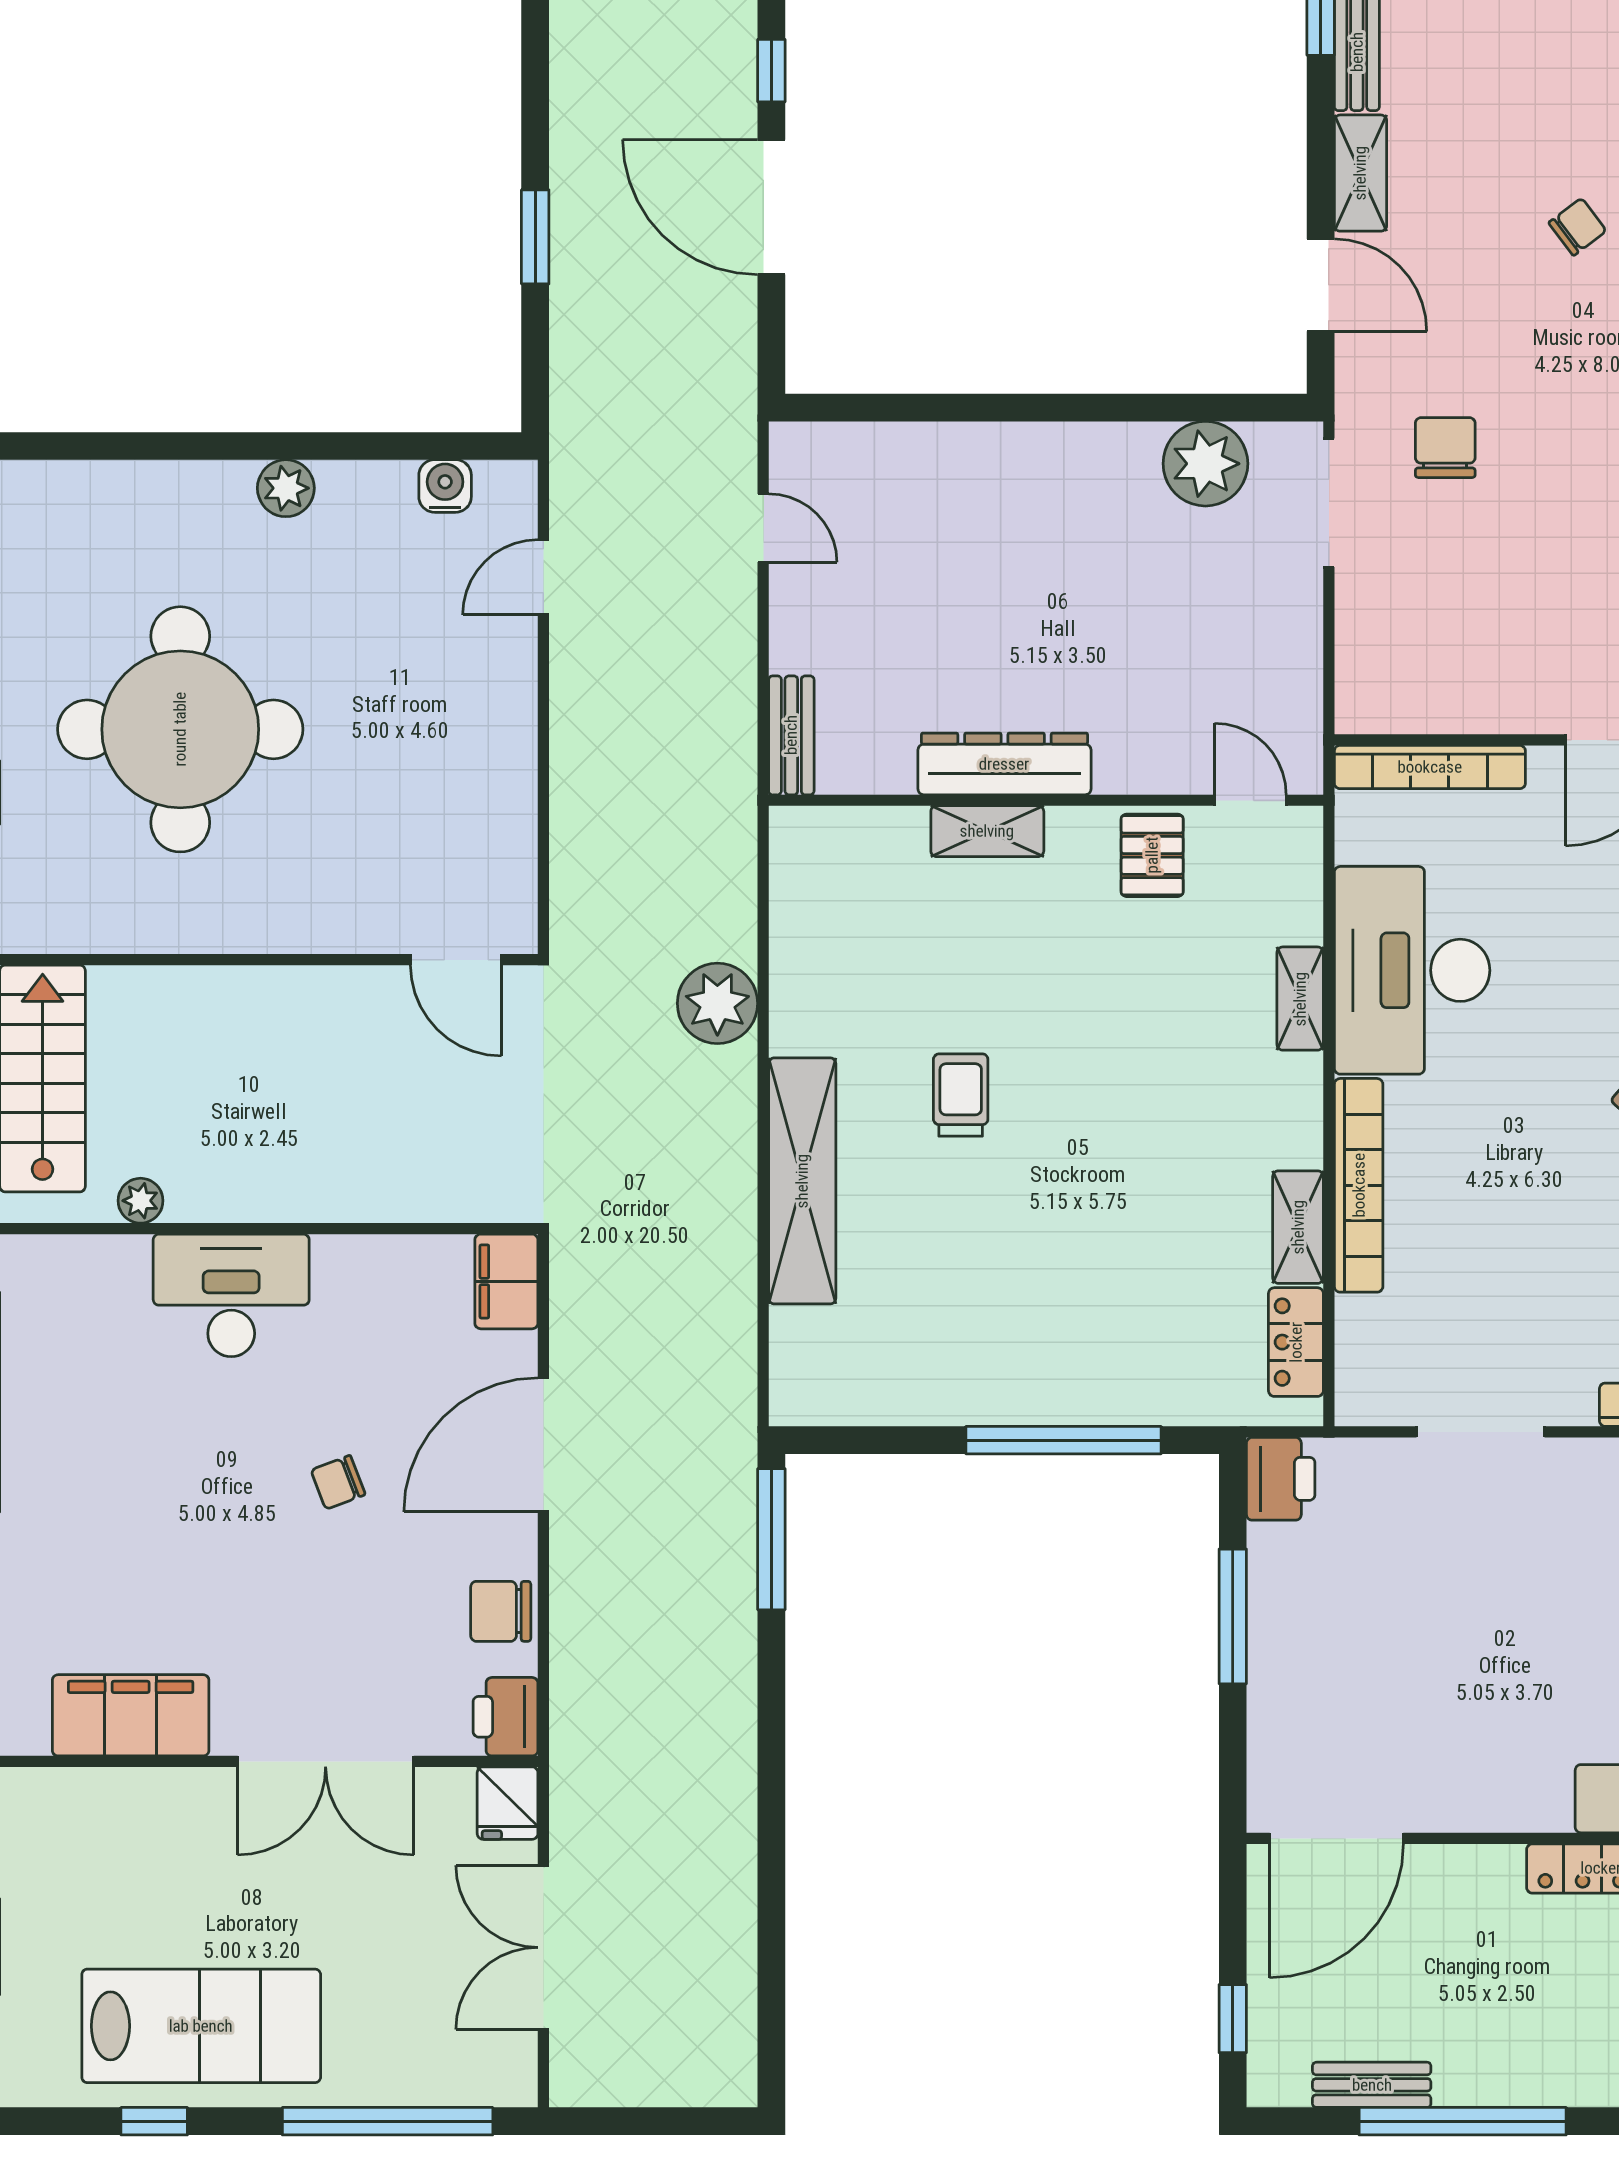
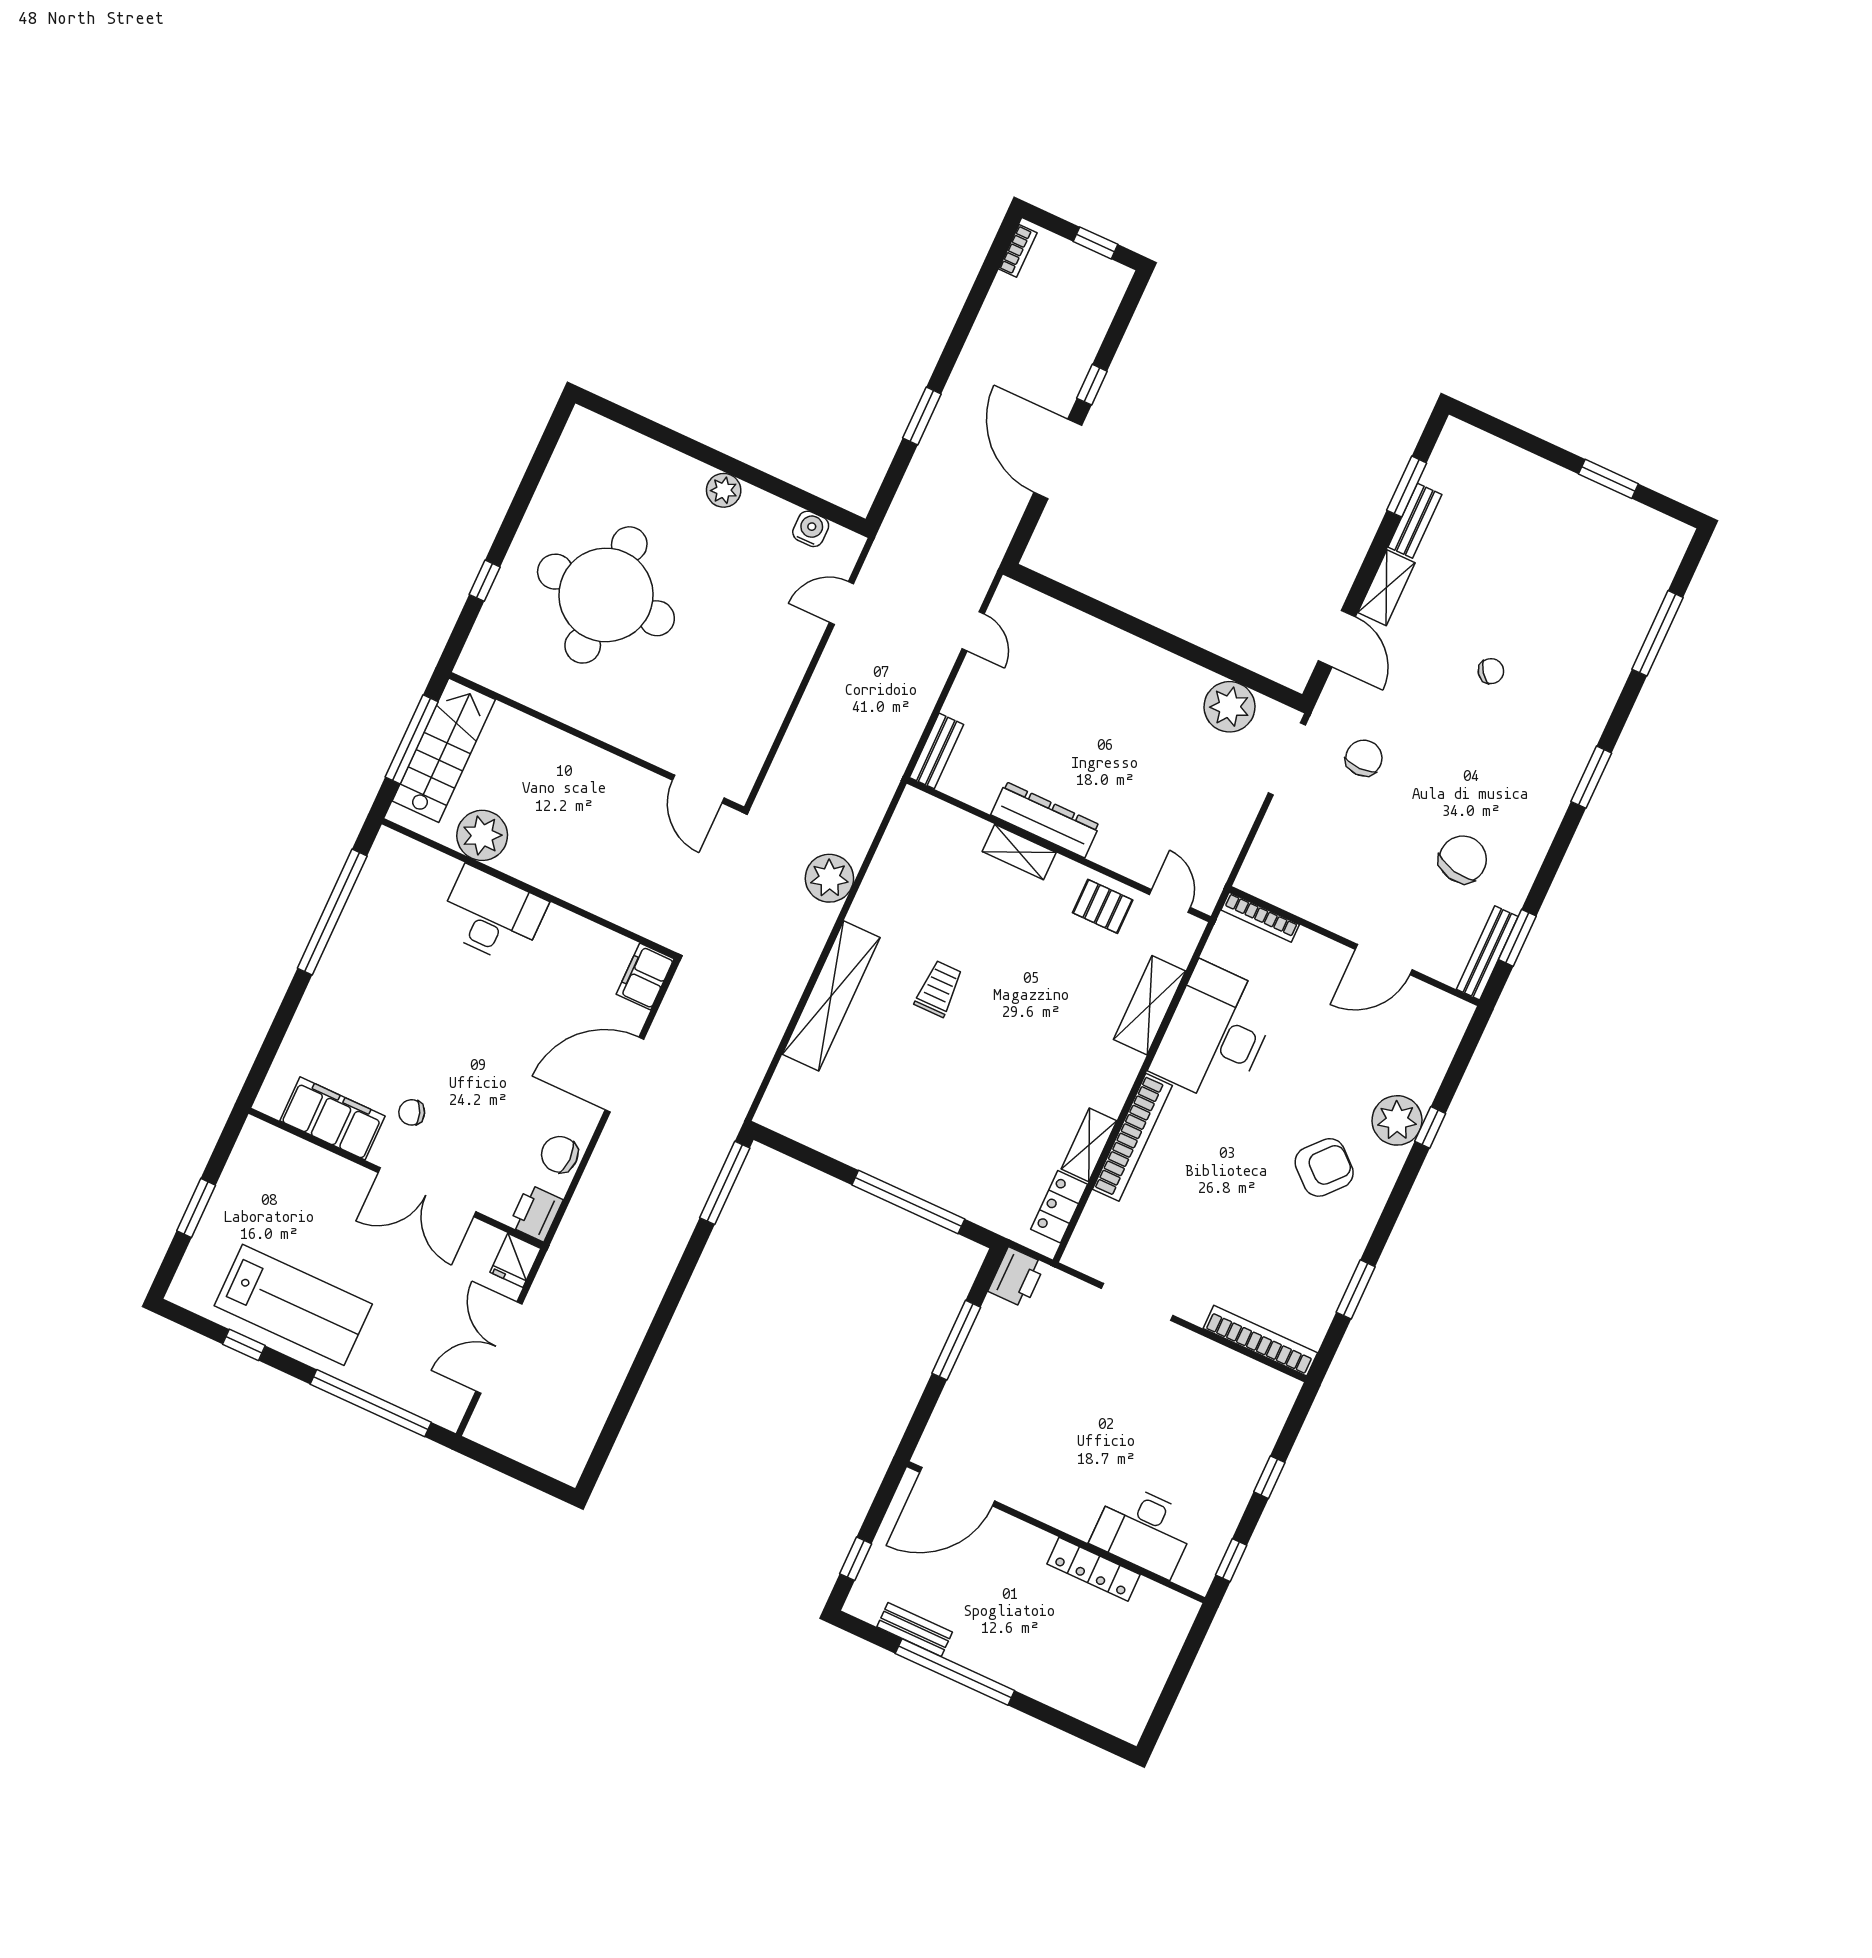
bookcase: (1430, 767) -> (1260, 917), width x0.68, depth x0.76
pallet: (1152, 855) -> (1103, 906), turned 90
shelving: (1300, 999) -> (1150, 1005), width x1.50, depth x1.33
plant: (141, 1201) -> (482, 835), width x1.87, depth x1.87
chair: (338, 1482) -> (412, 1112), moved

